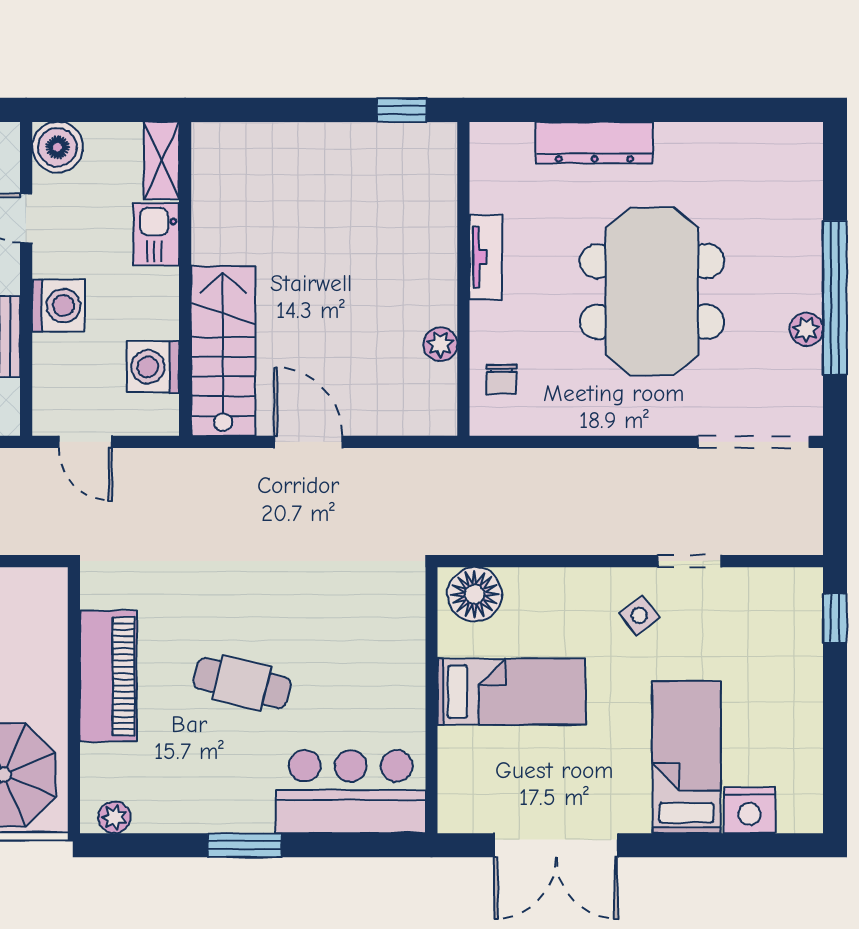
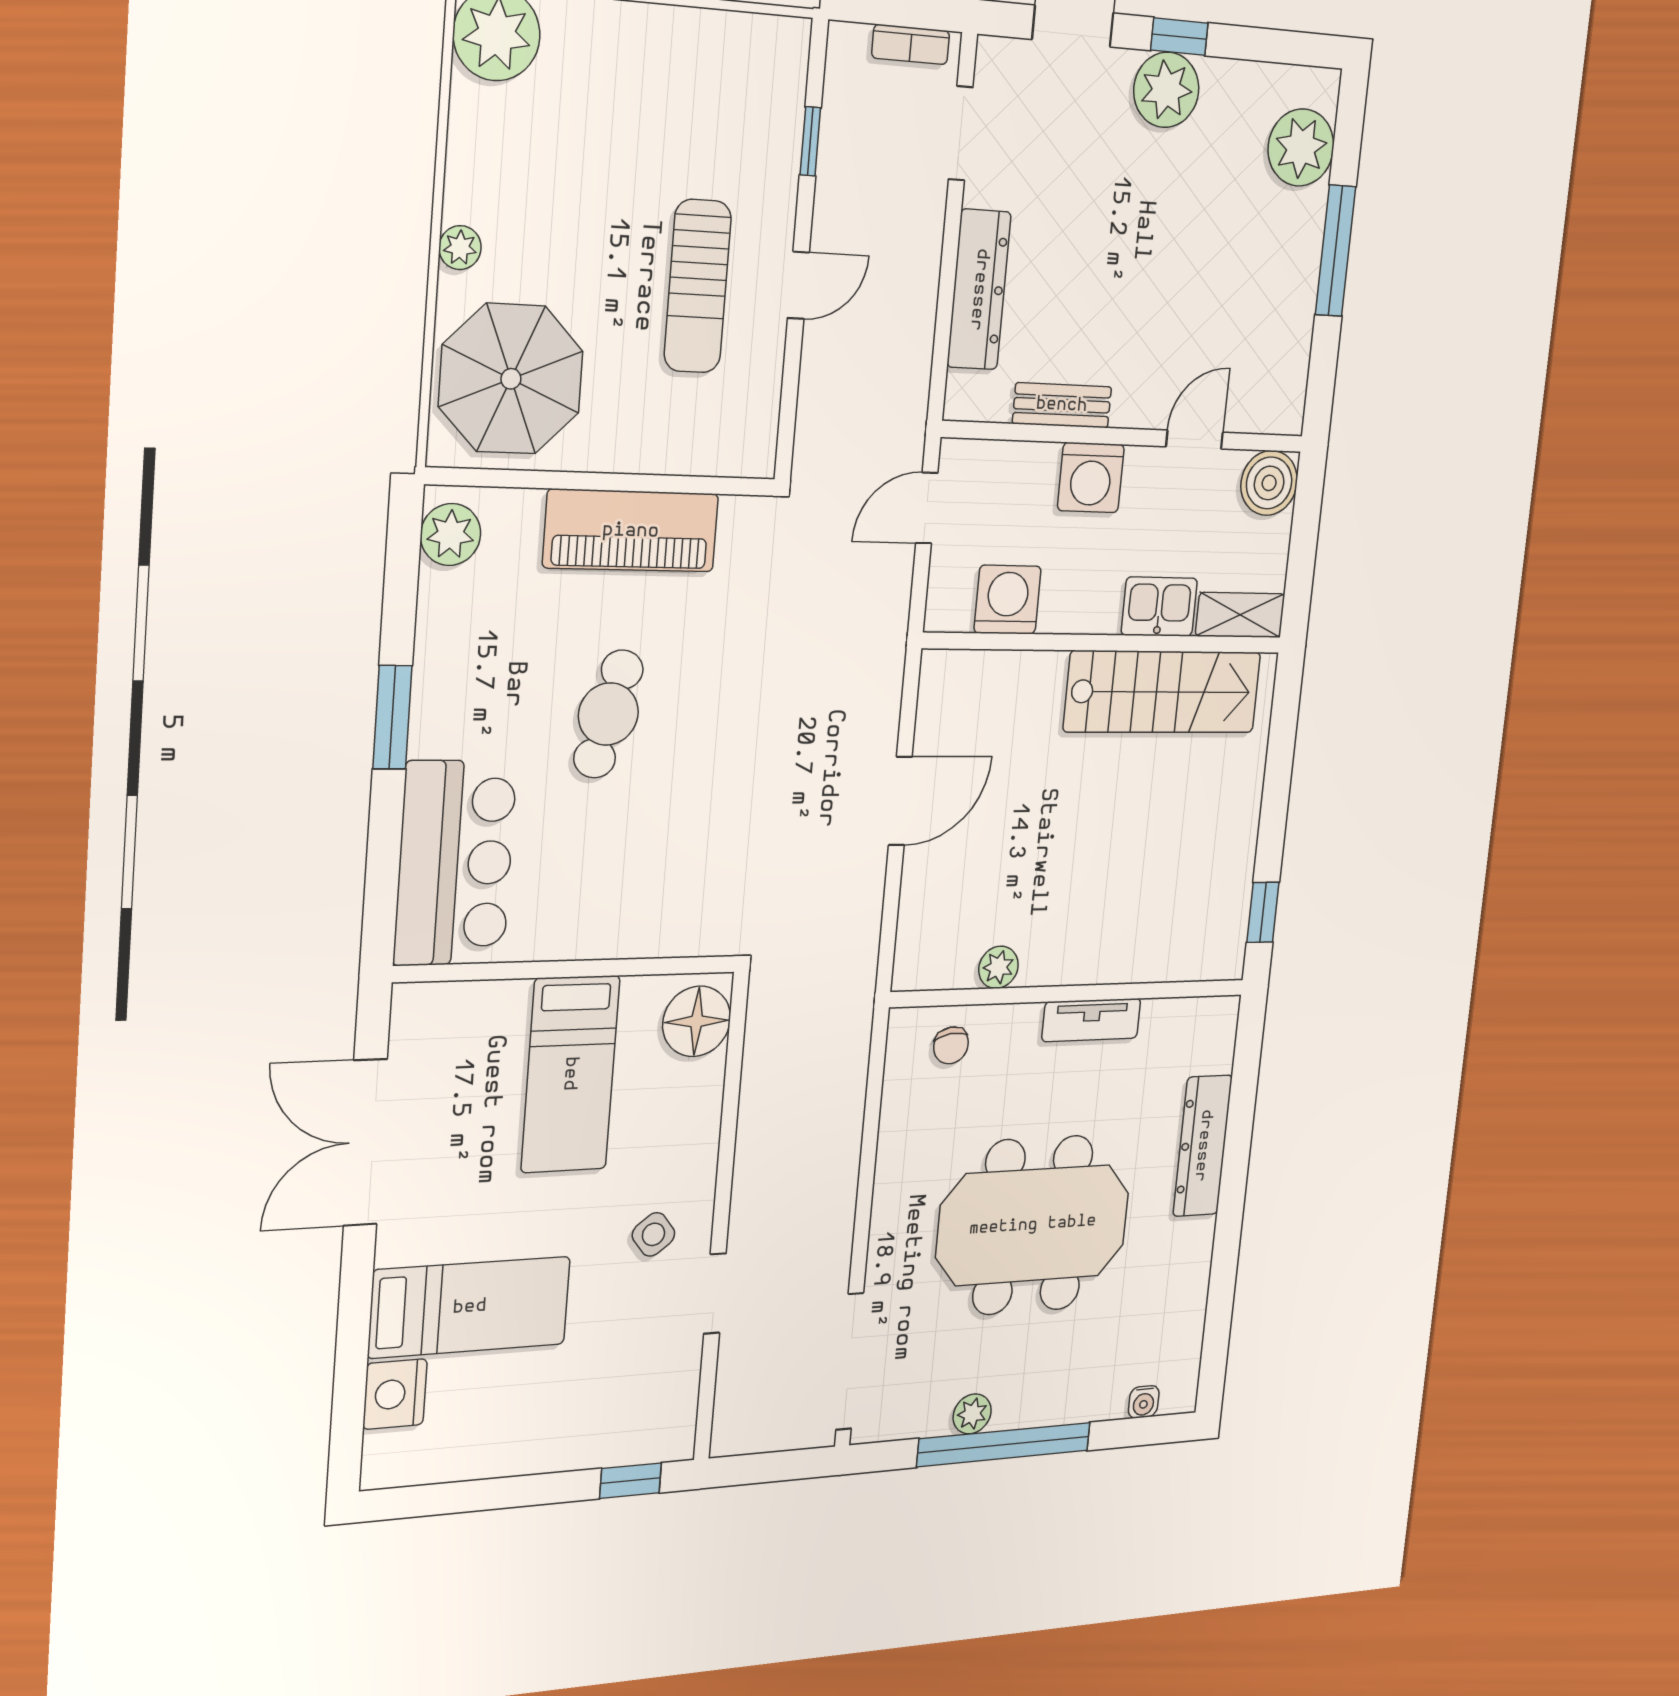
water cooler: (810, 172) -> (1144, 1402), added
stairs: (223, 351) -> (1163, 692), moved
chair: (502, 379) -> (951, 1045), turned -98
plant: (114, 817) -> (451, 534), width x1.38, depth x1.38

